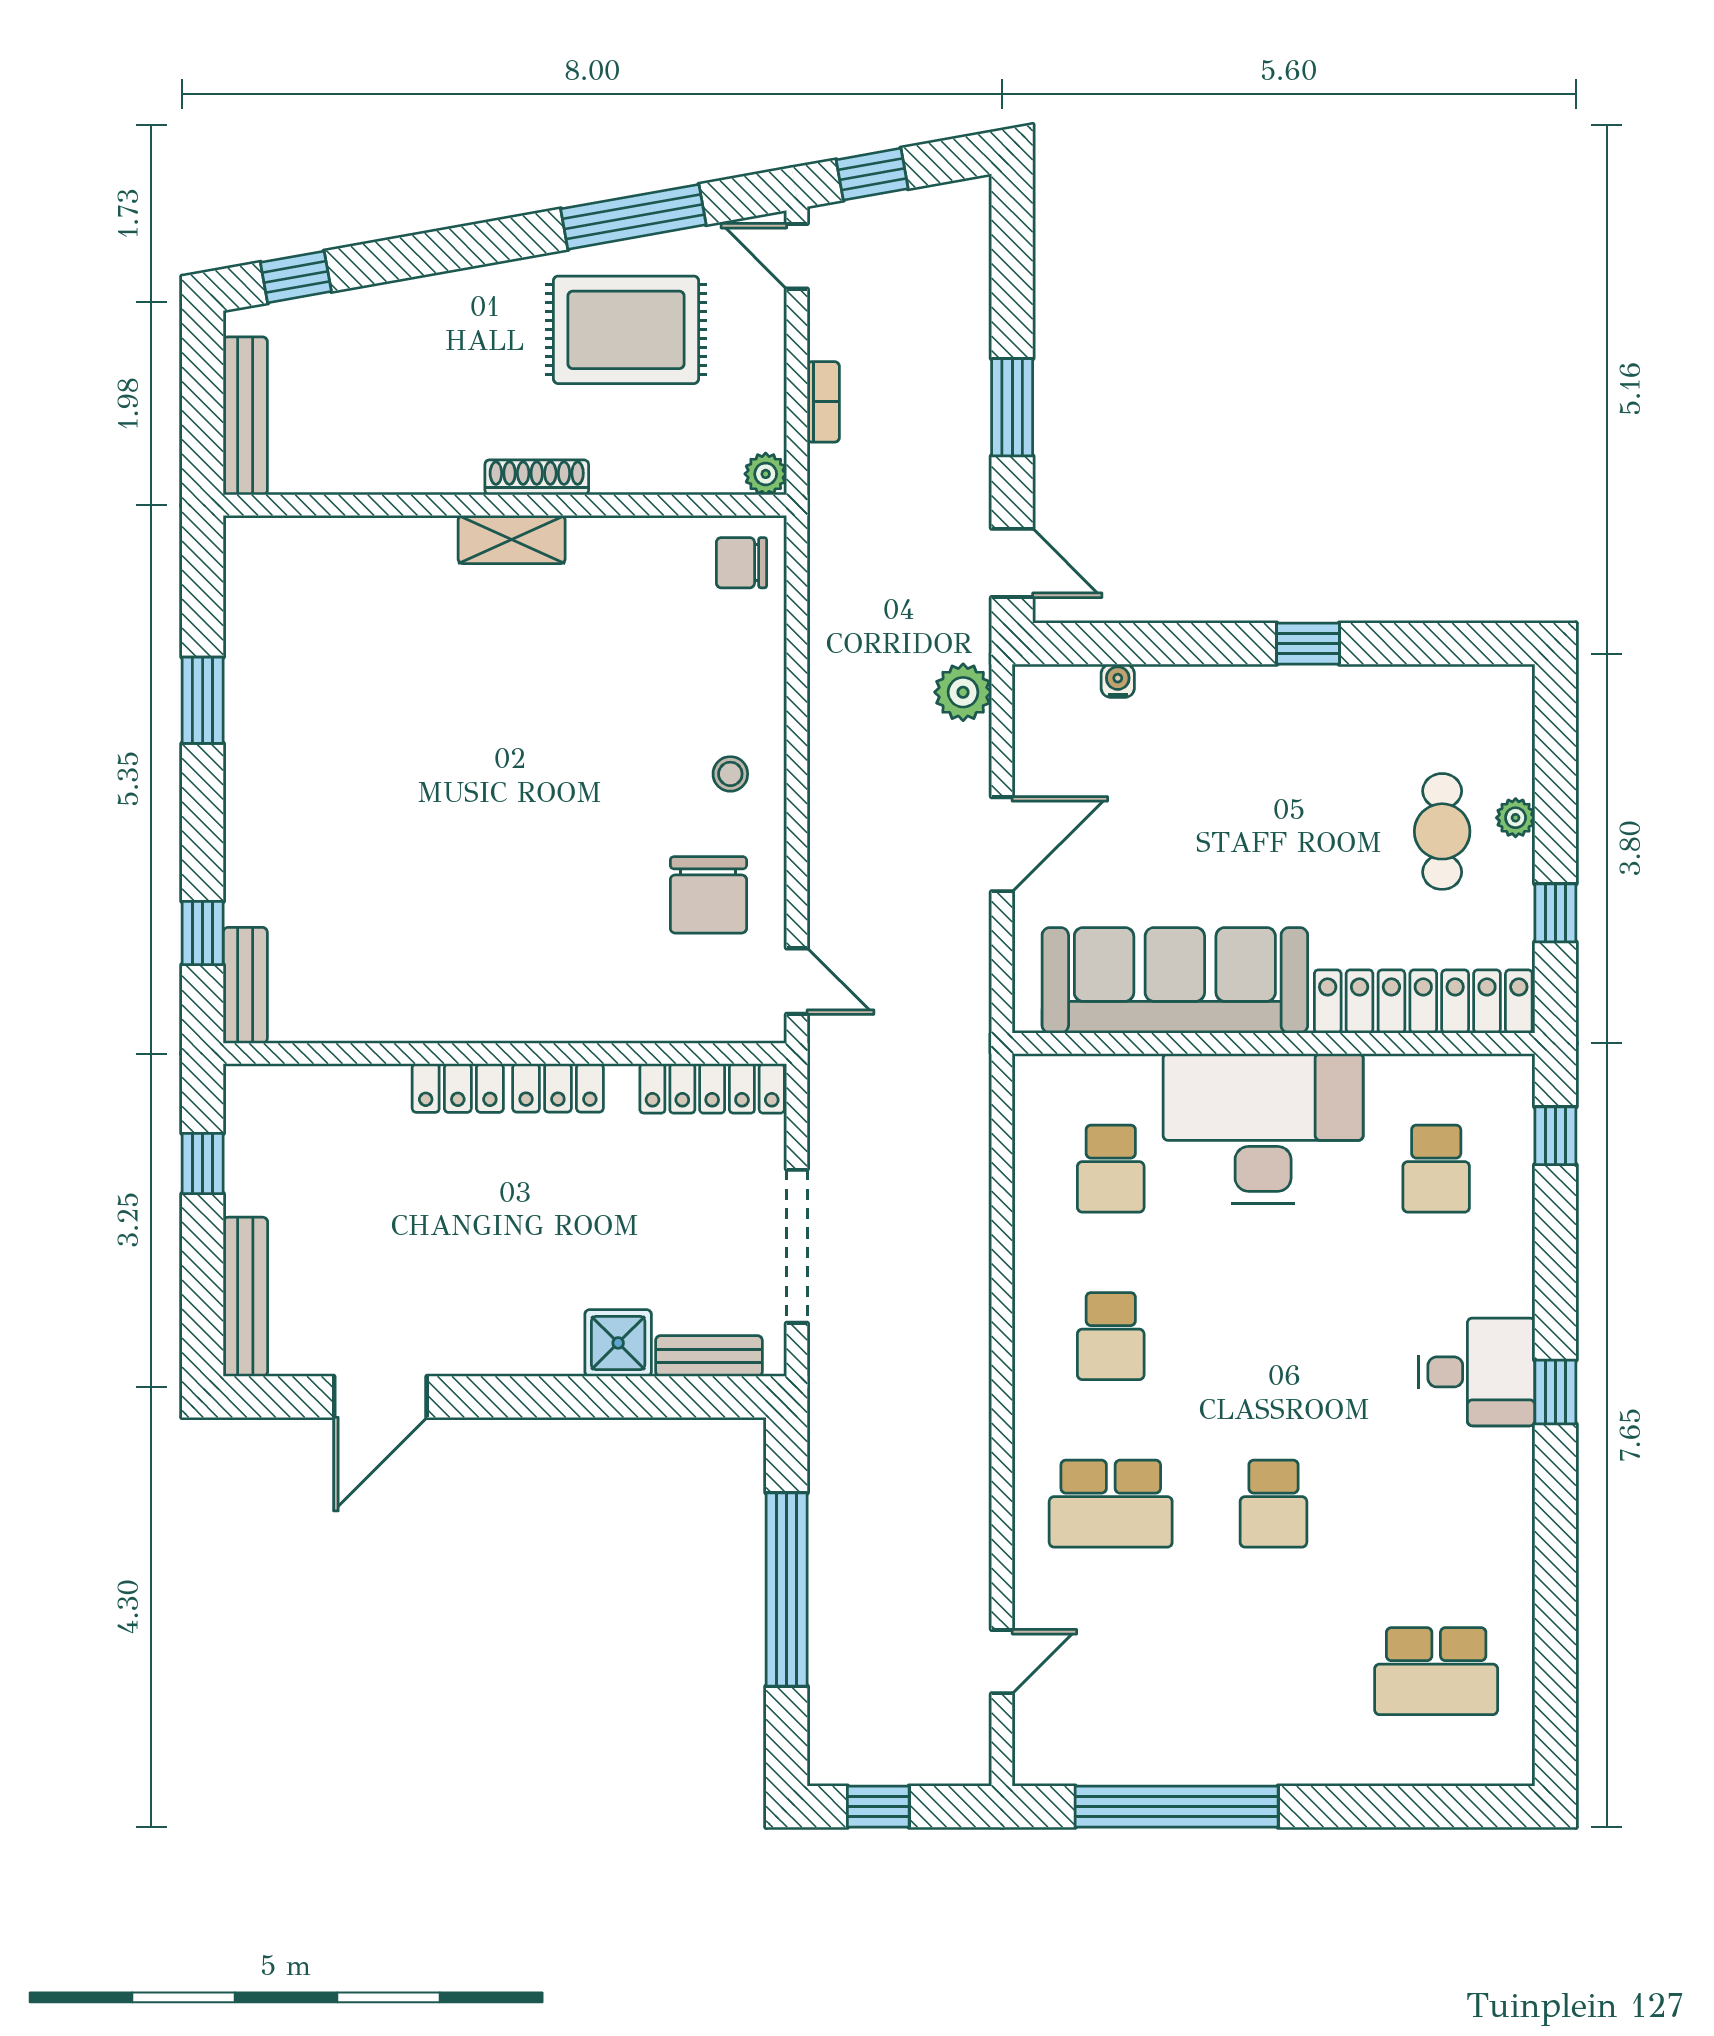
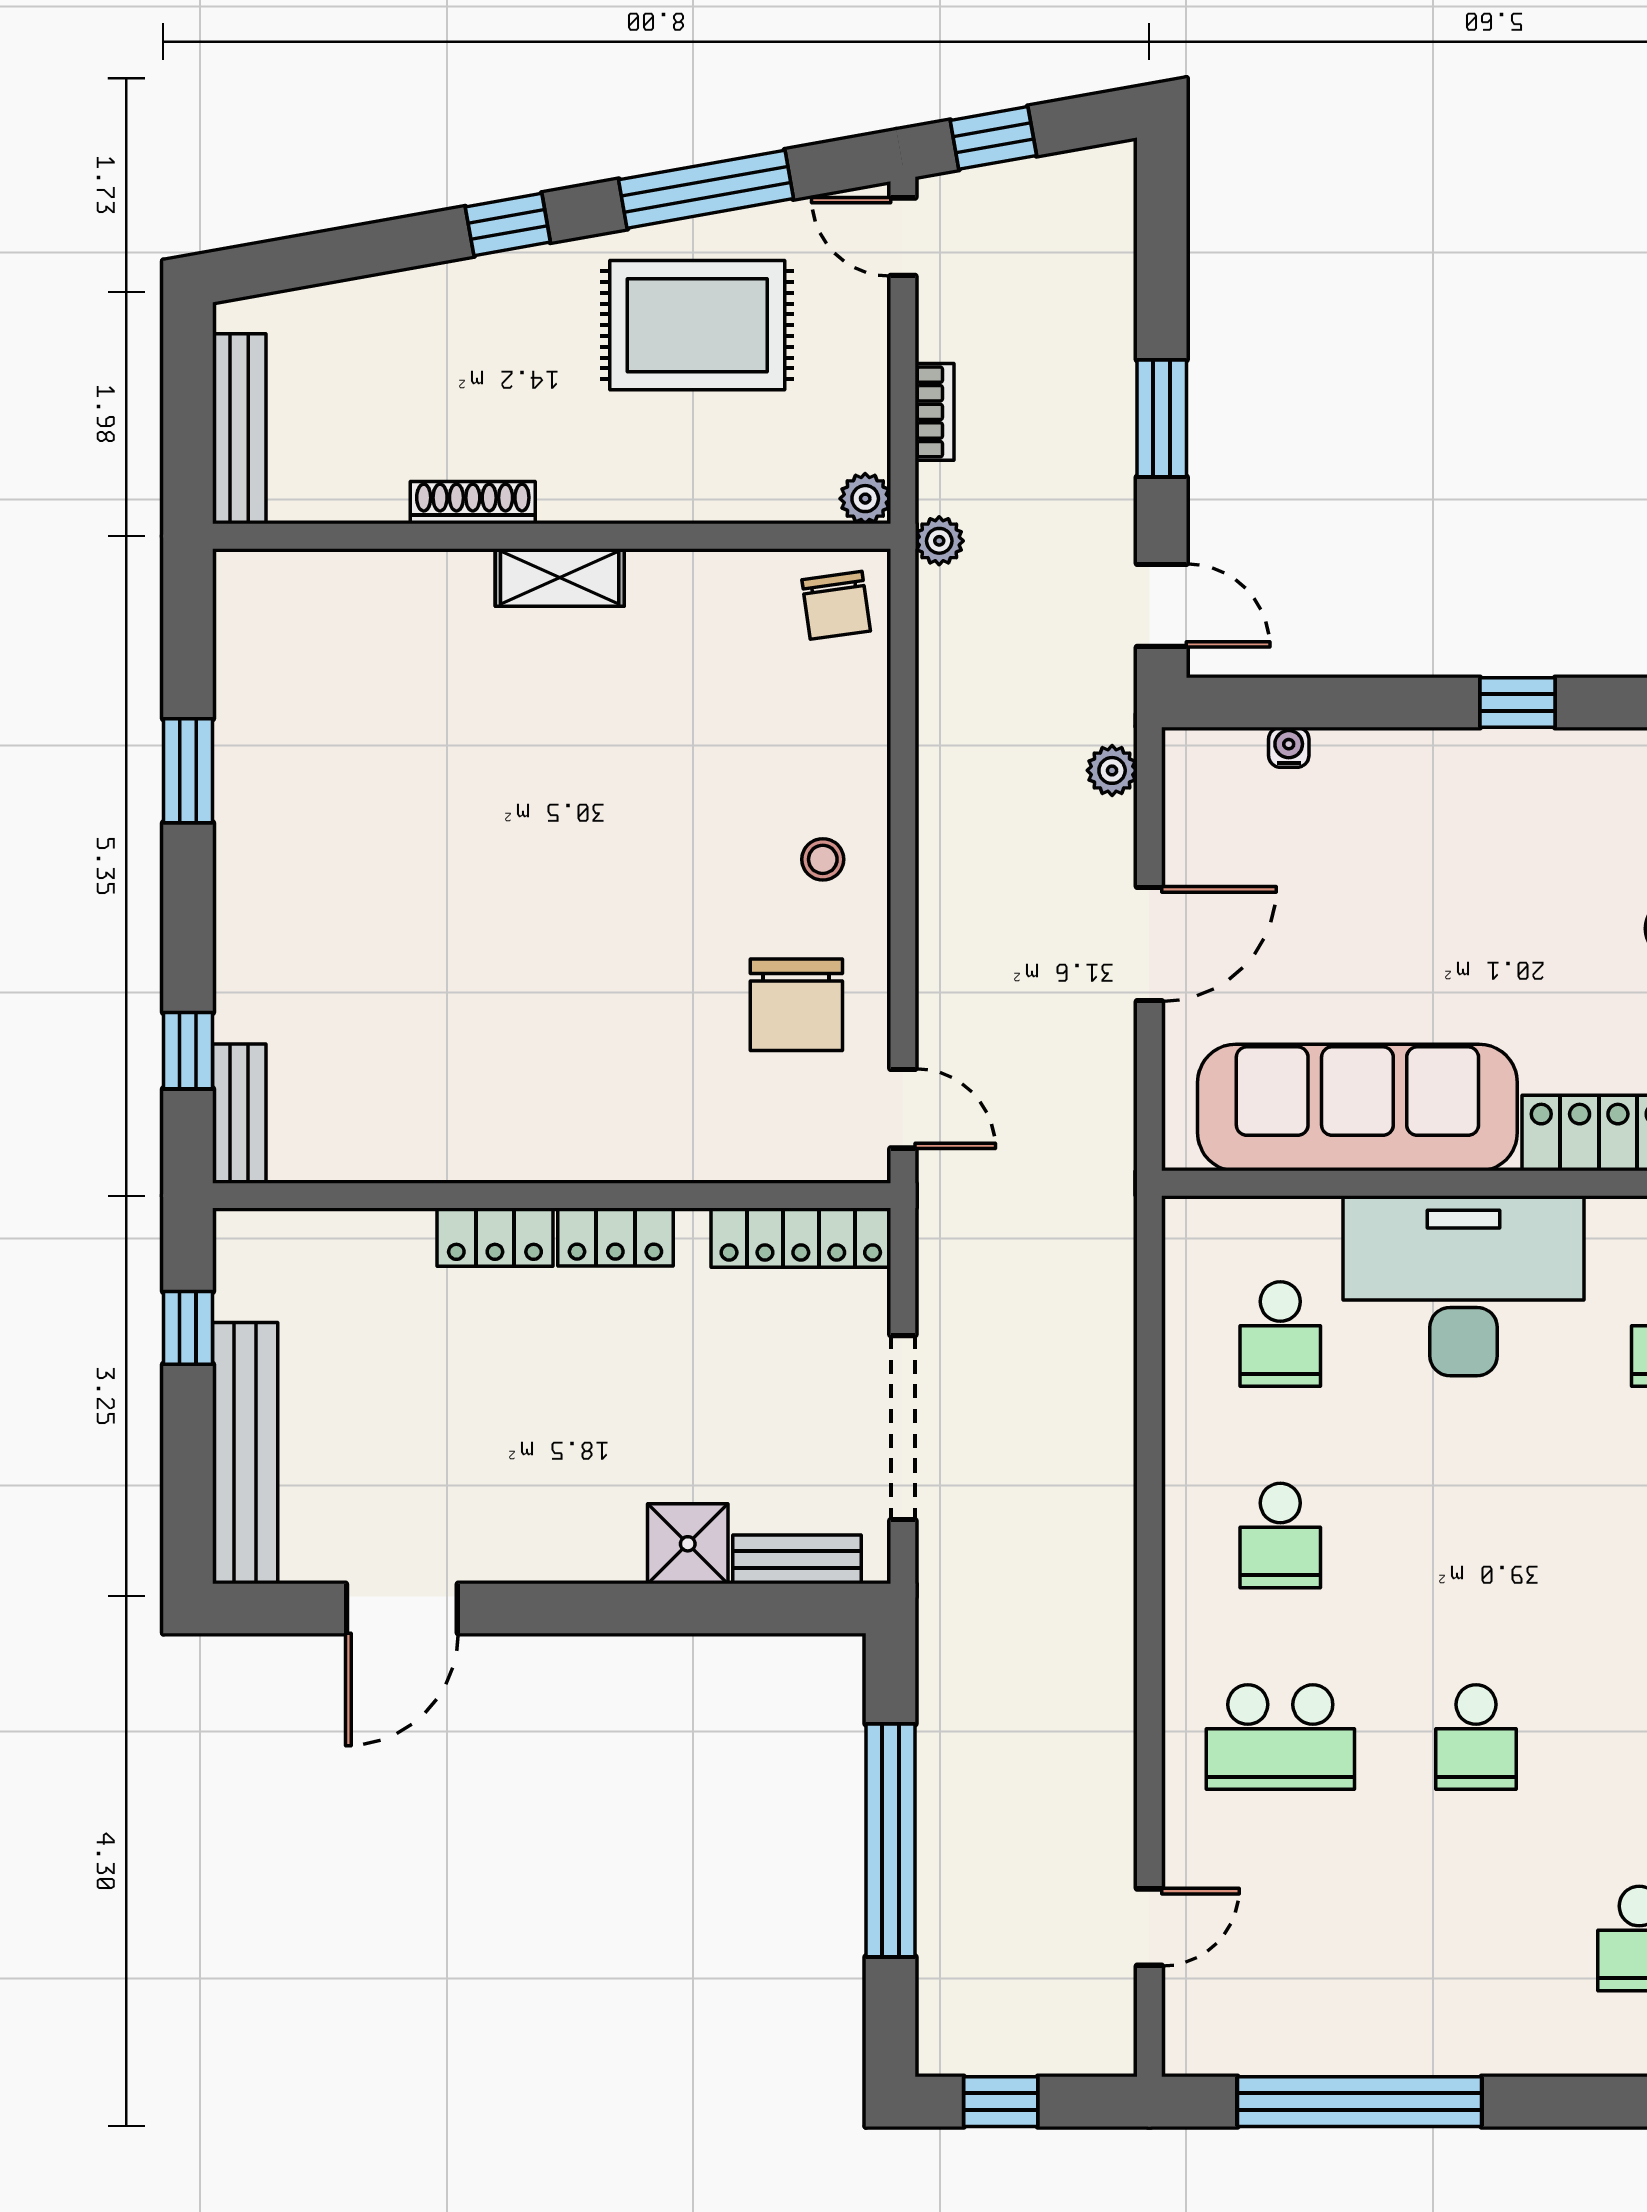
window: (296, 277) -> (508, 225), moved
shoe rack: (537, 477) -> (473, 503), moved
plant: (827, 509) -> (939, 541), added
chair: (741, 563) -> (836, 605), turned -98
plant: (963, 692) -> (1112, 770), width x0.73, depth x0.73
bench: (245, 1297) -> (245, 1453), width x1.37, depth x1.21

